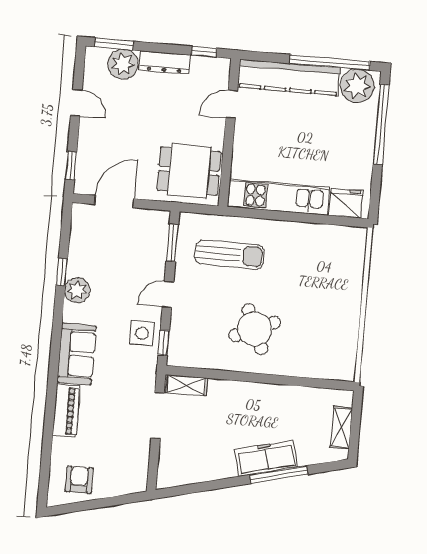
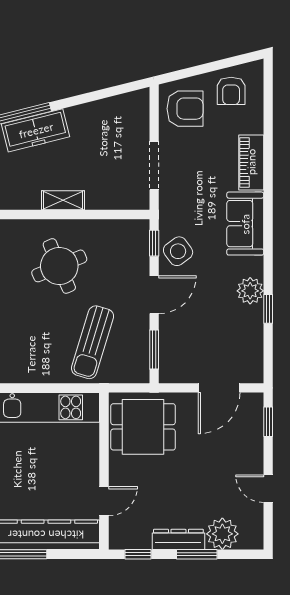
window: (114, 44) -> (197, 554), moved
sun lounger: (230, 255) -> (93, 342), turned -73
door: (168, 294) -> (154, 295), width x1.38
side table: (142, 333) -> (178, 251), turned -36
shelving: (187, 385) -> (63, 200), moved
armchair: (124, 467) -> (185, 109), added

